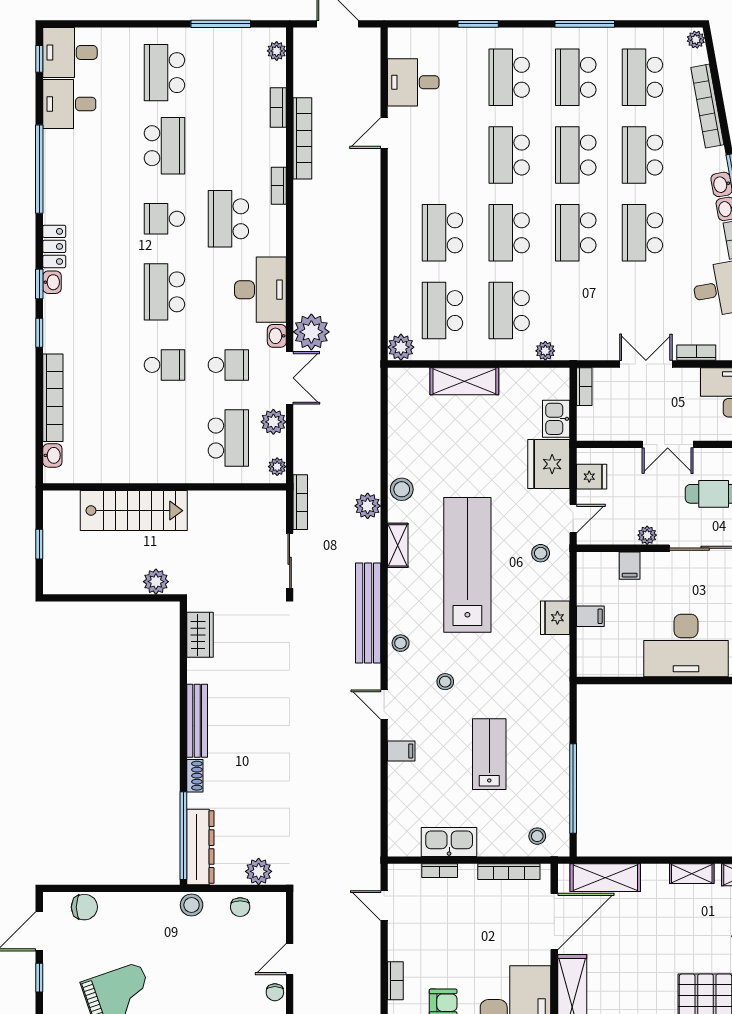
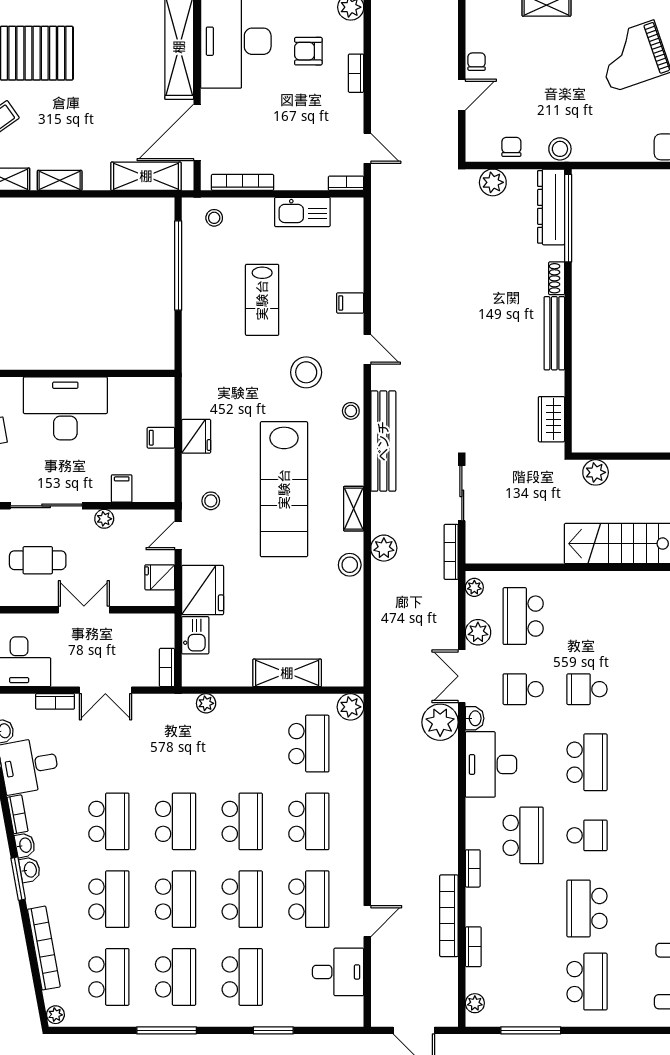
school desk: (509, 311) -> (309, 899), moved
stool: (445, 682) -> (306, 372), width x1.89, depth x1.89
bookcase: (440, 871) -> (346, 183), moved

